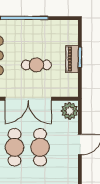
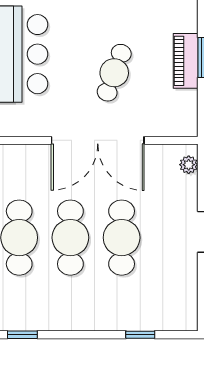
cafe table: (36, 65) -> (114, 73), turned -70
plant: (70, 111) -> (189, 165), width x0.53, depth x0.53

